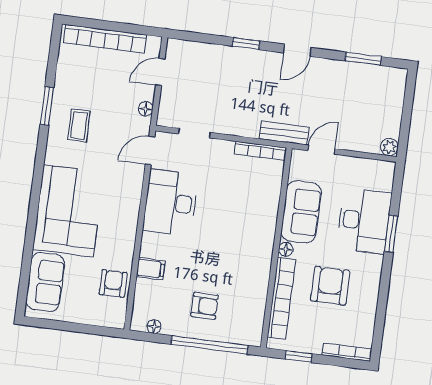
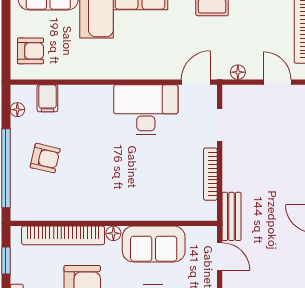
door: (150, 151) -> (196, 82), hinge flipped
bookcase: (260, 151) -> (210, 174), moved
filing cabinet: (151, 269) -> (47, 98), moved
armchair: (113, 283) -> (31, 51), moved
armchair: (205, 306) -> (45, 158), turned -77

